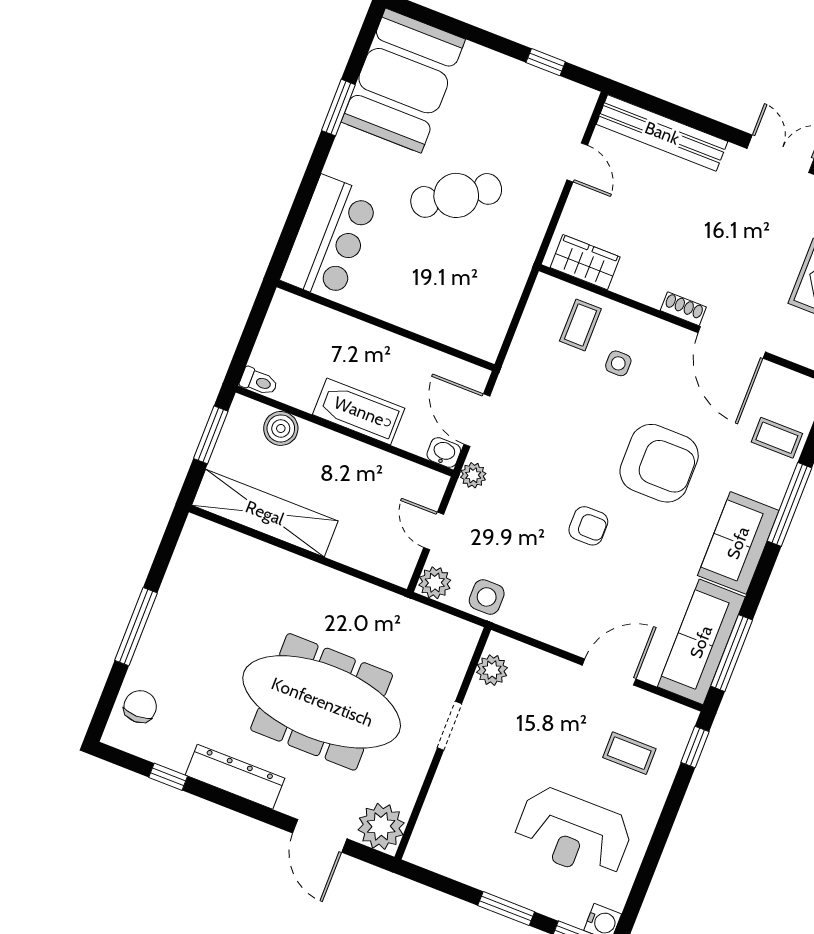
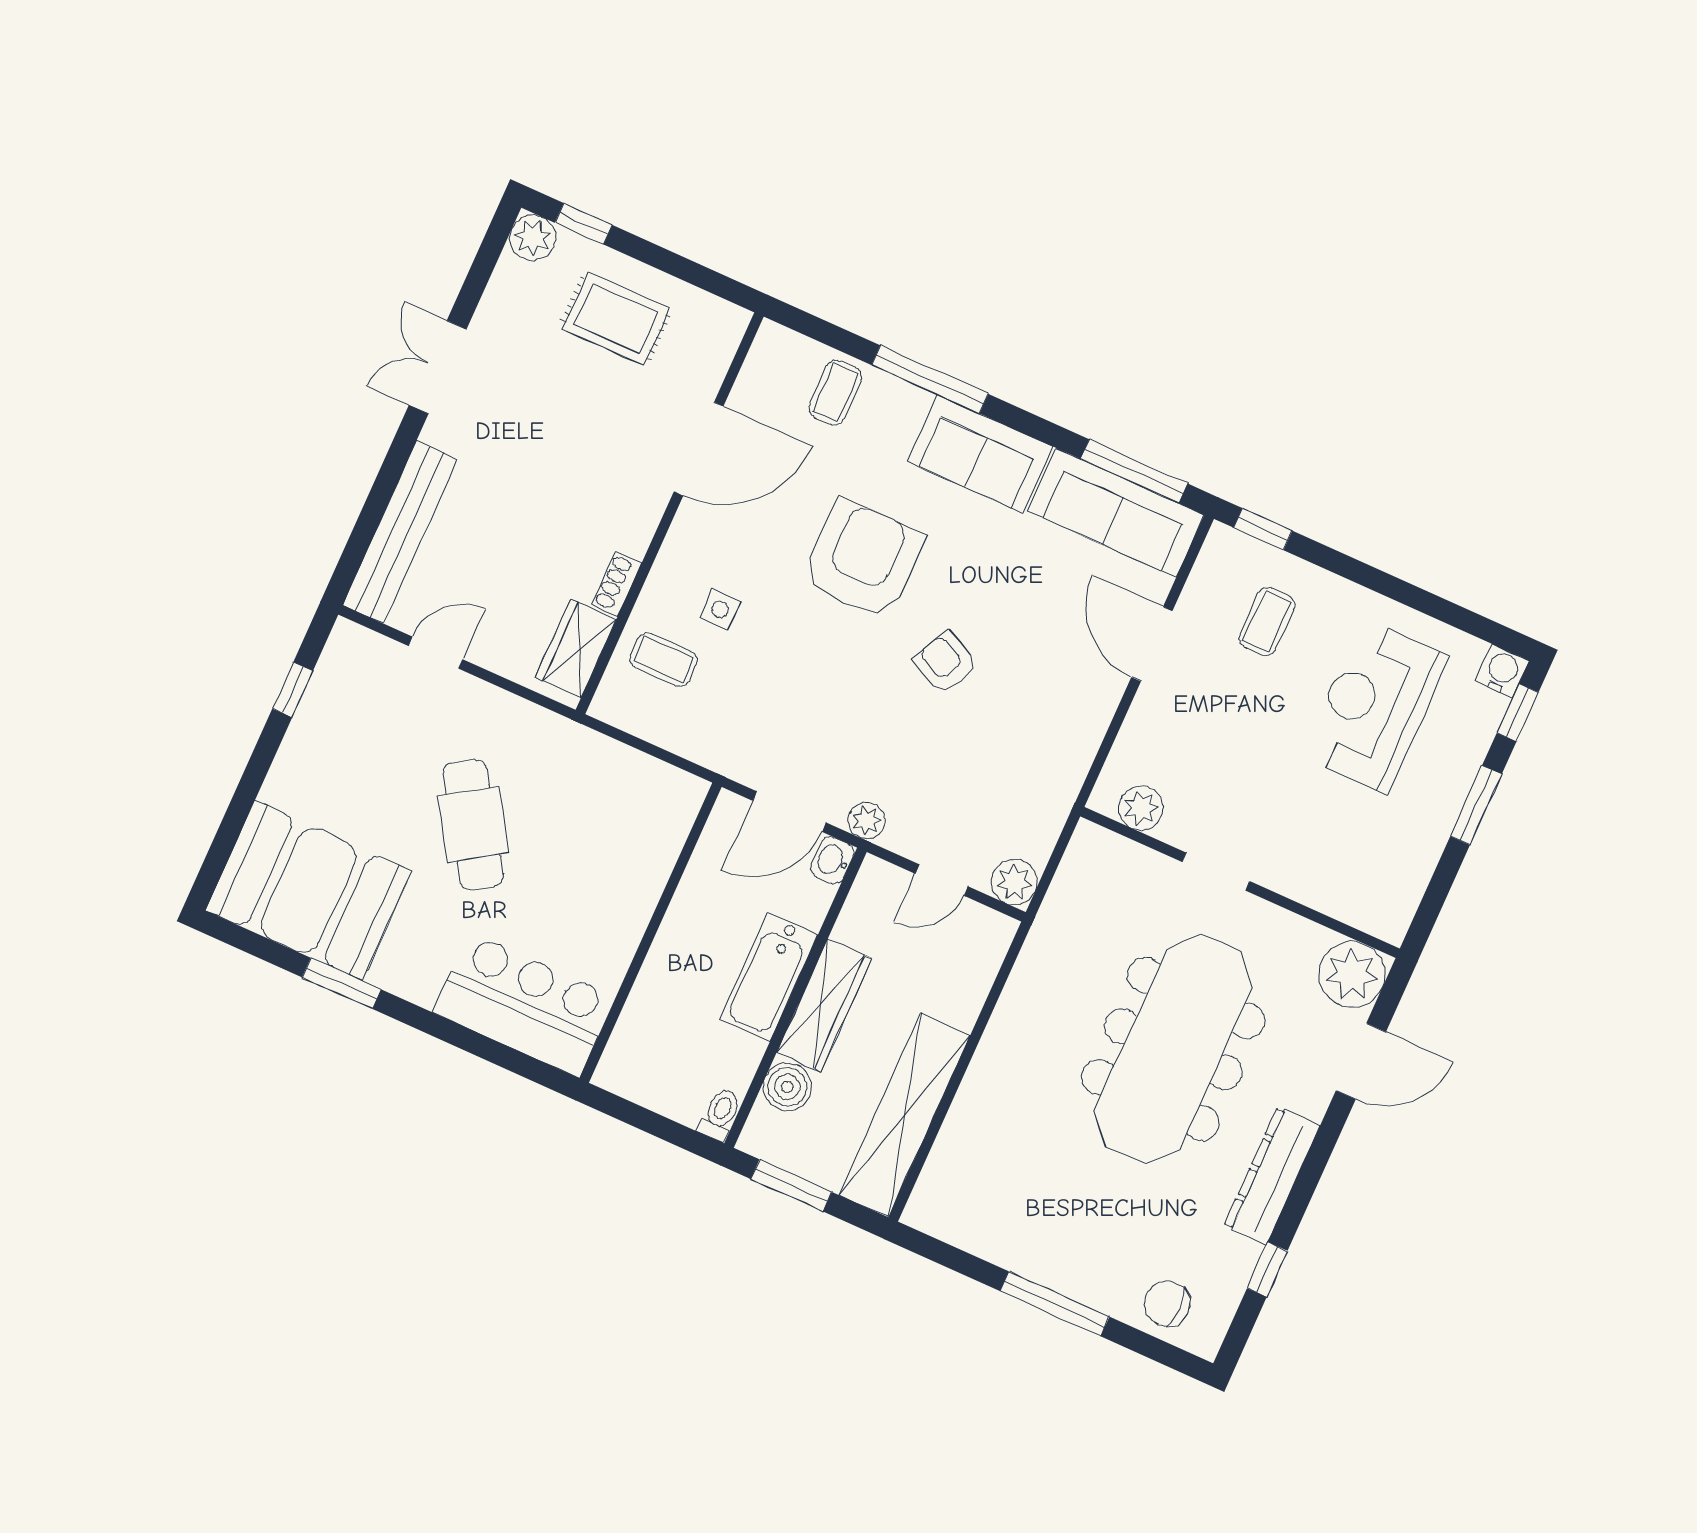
shoe rack: (683, 309) -> (617, 584), moved
wardrobe: (340, 452) -> (824, 1005), added
armchair: (588, 526) -> (946, 663), turned -64
side table: (487, 597) -> (1038, 810), removed
reception desk: (573, 833) -> (1375, 706), turned 180

